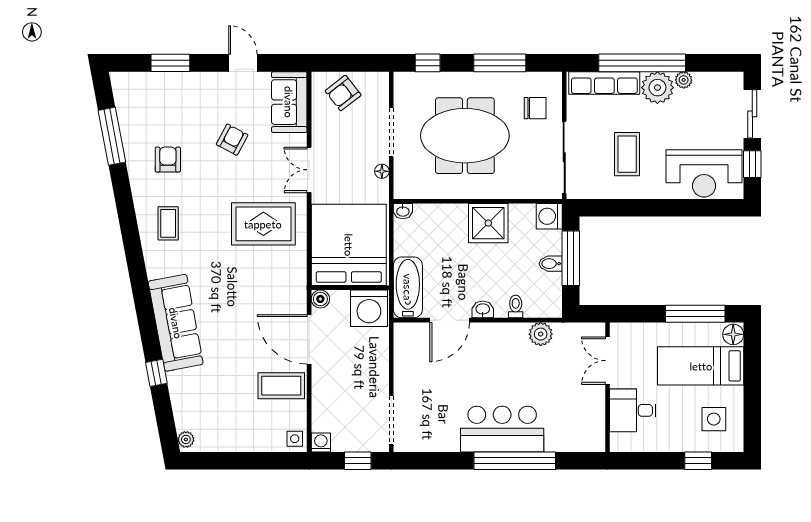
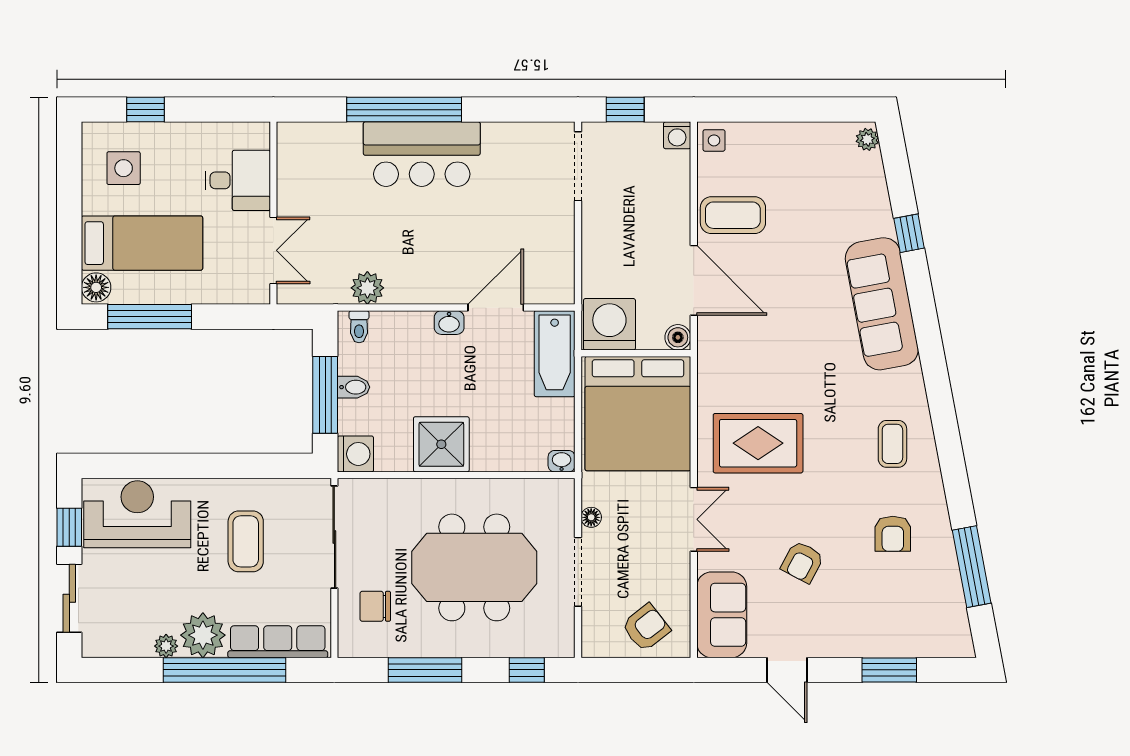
toilet: (516, 307) -> (359, 327), moved

